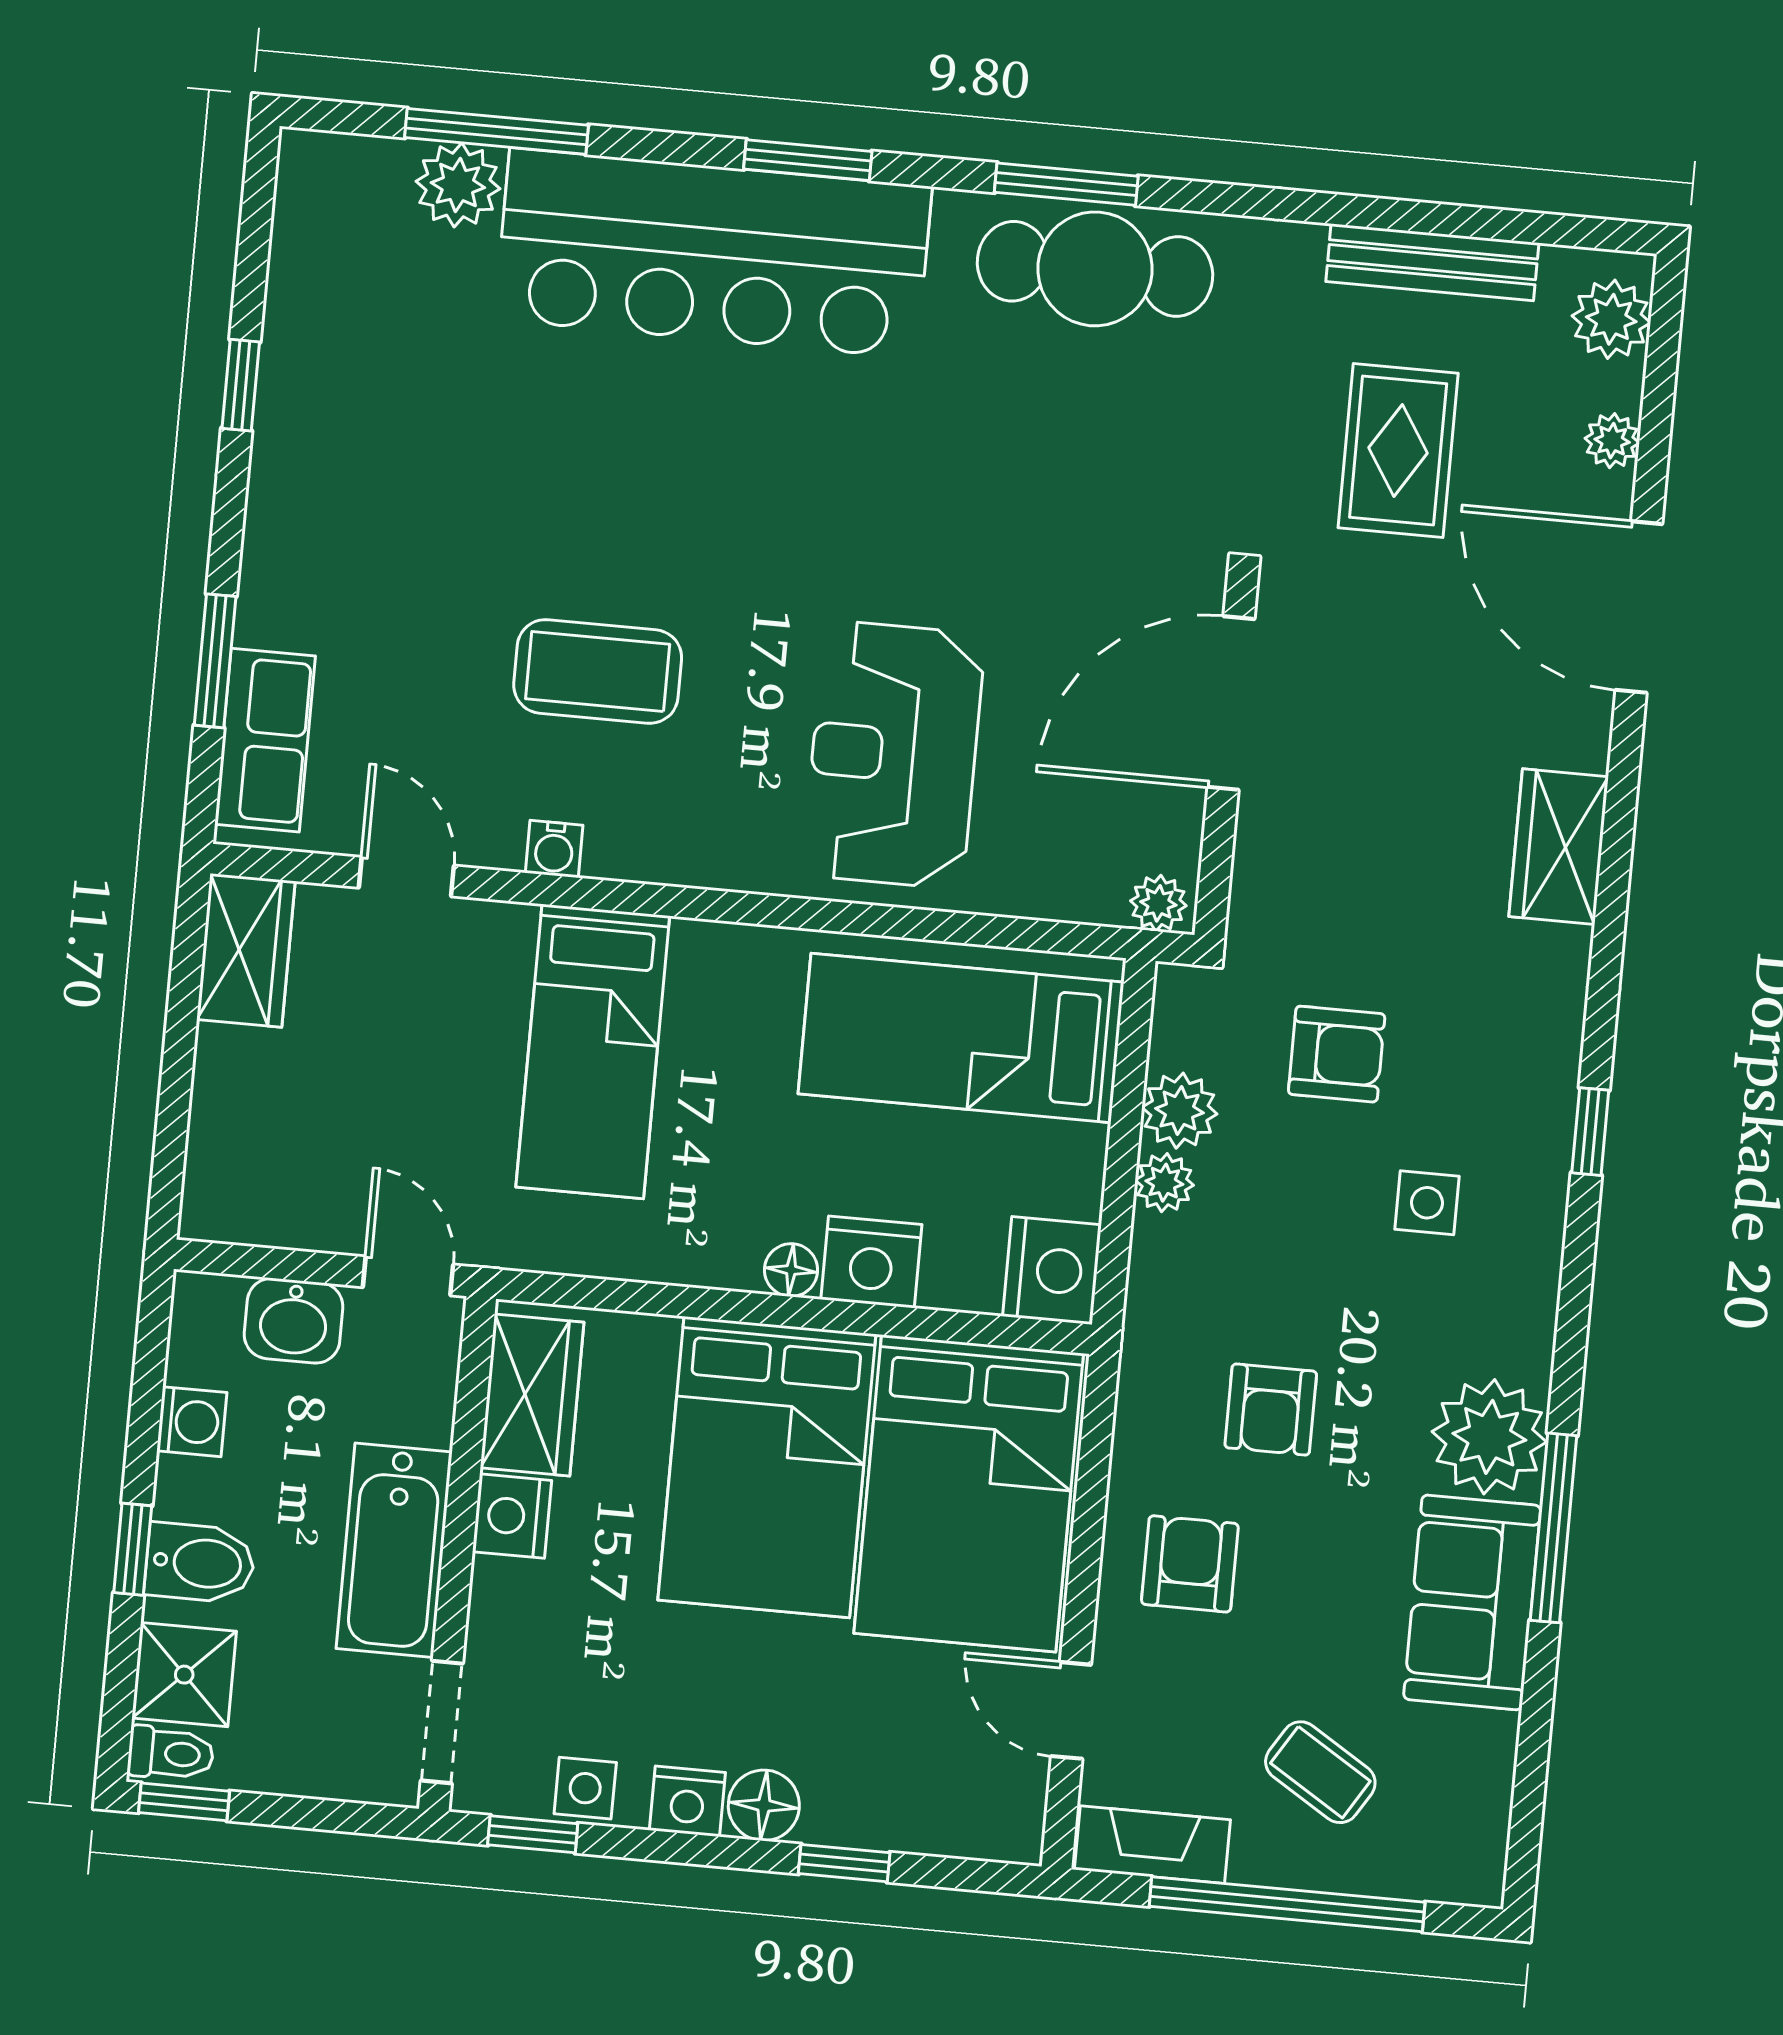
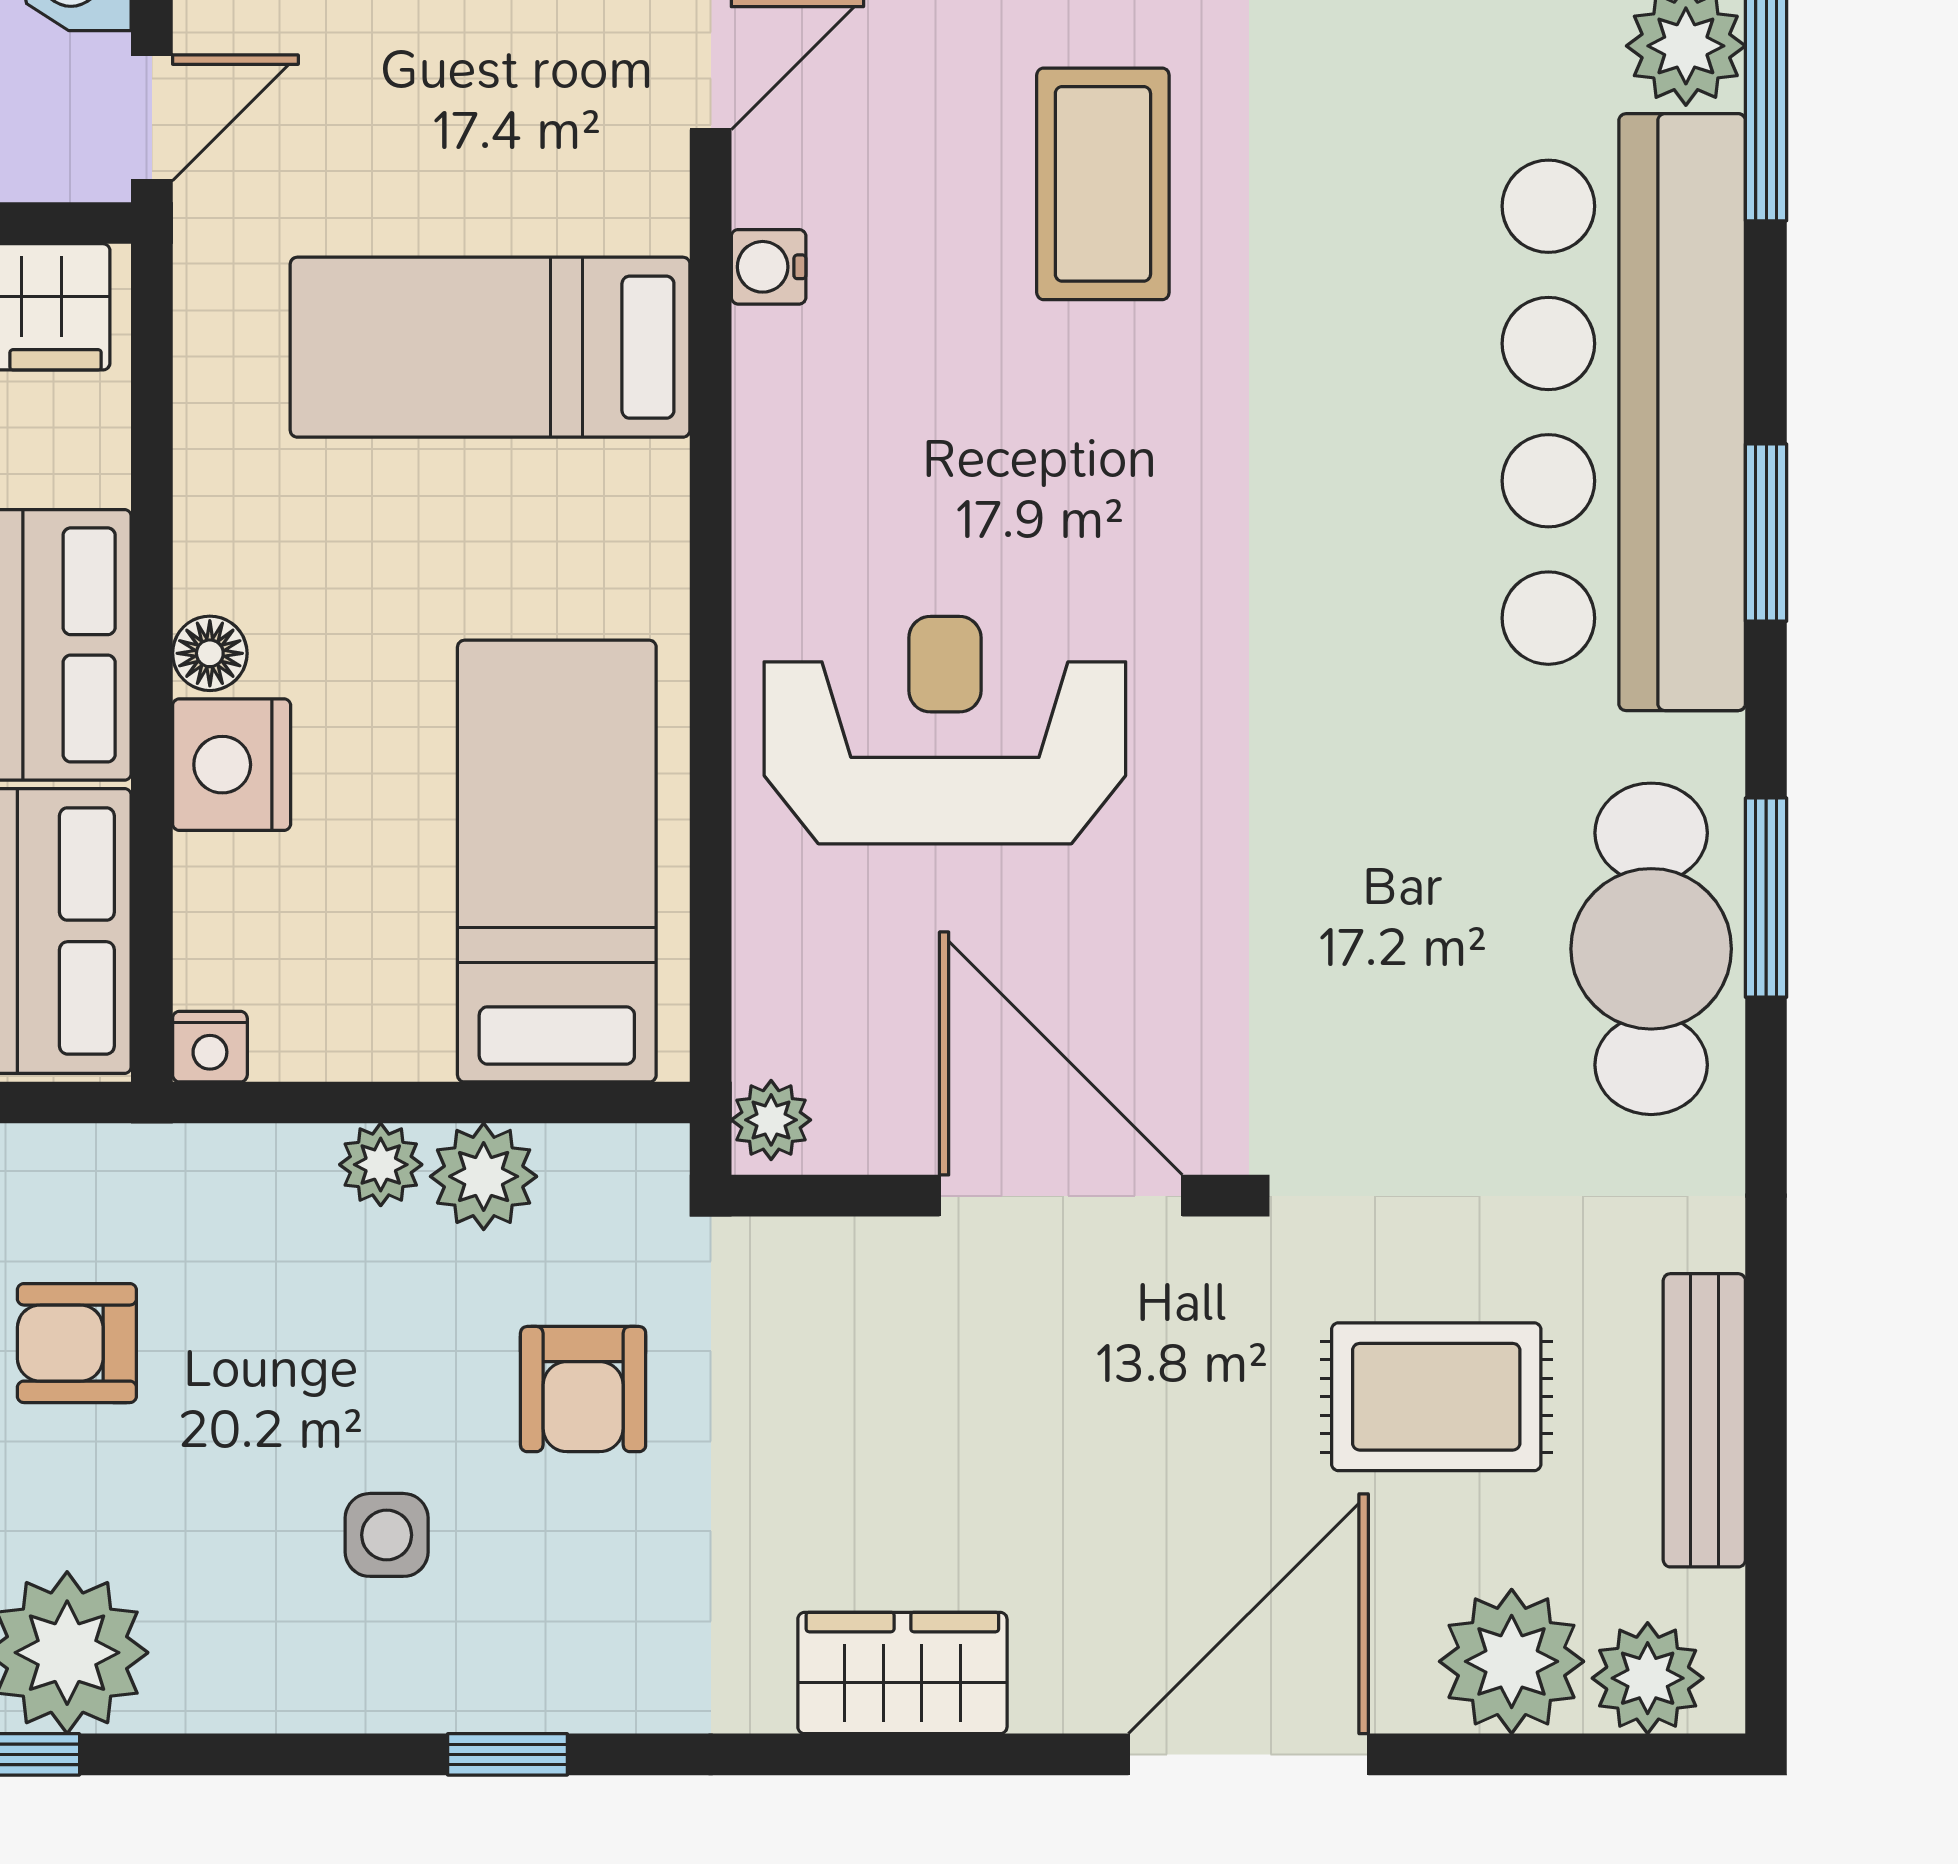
plant: (1612, 441) -> (1512, 1661), width x1.88, depth x1.88
coffee table: (598, 671) -> (1103, 184), moved
nightstand: (1052, 1270) -> (210, 1047), width x0.53, depth x0.56

